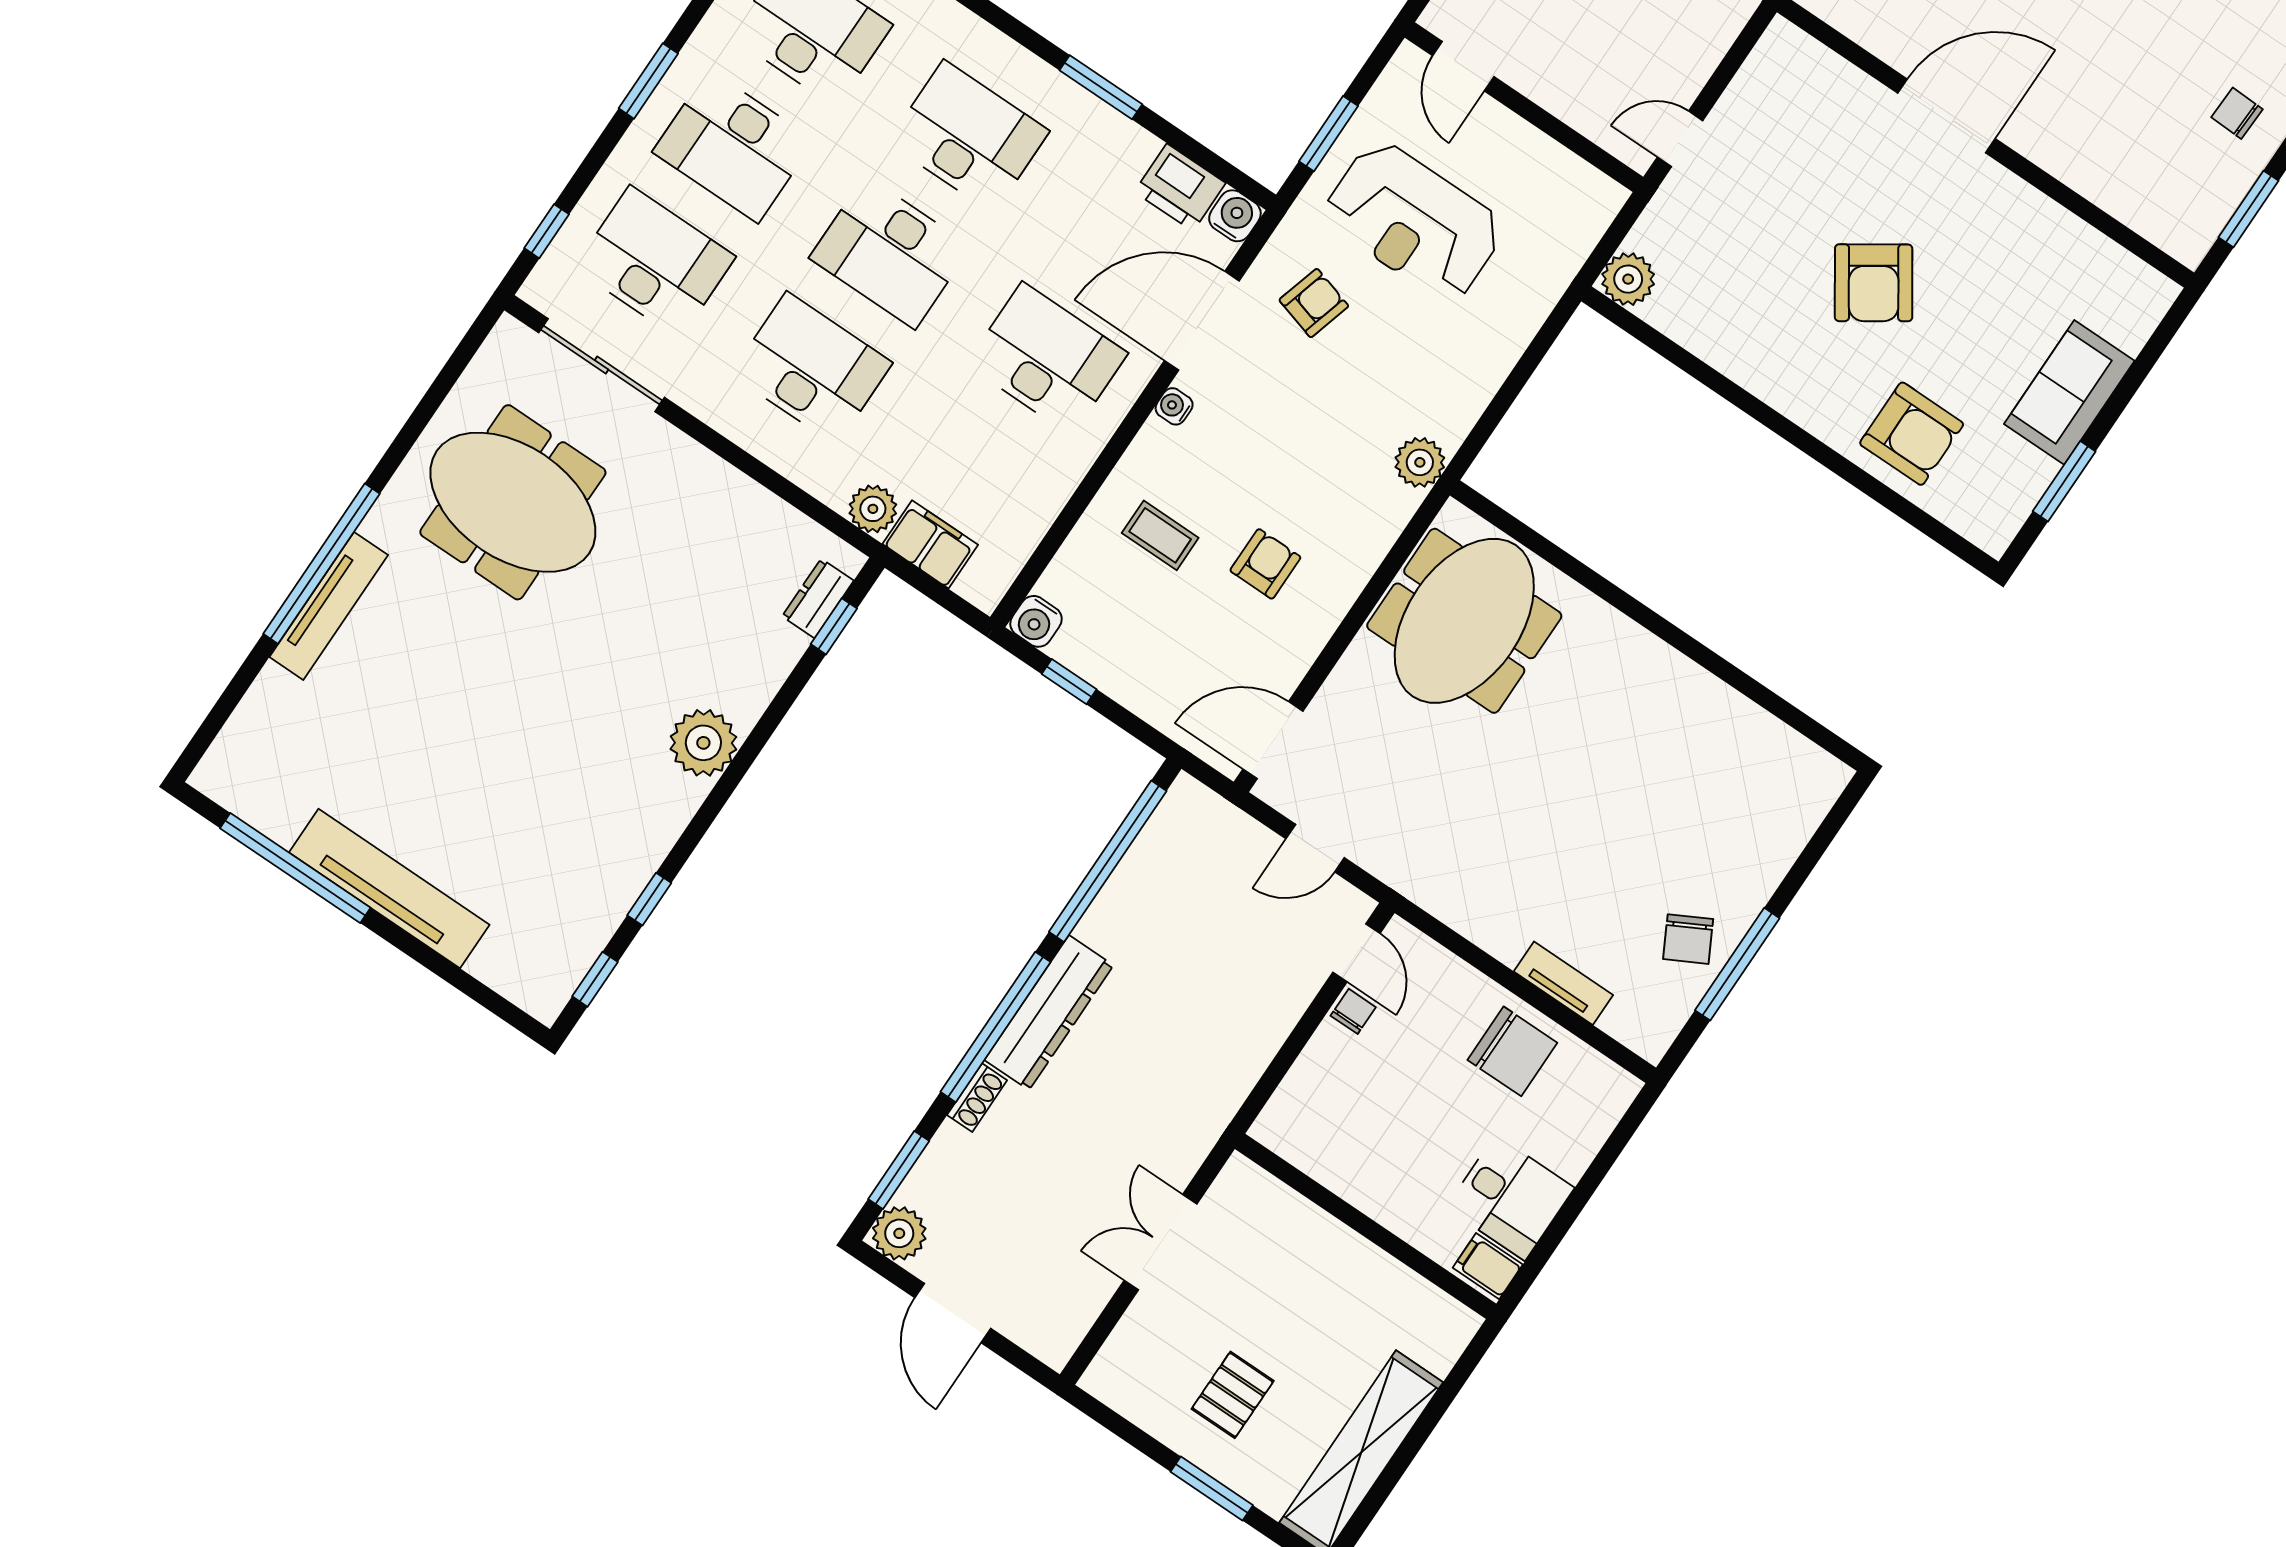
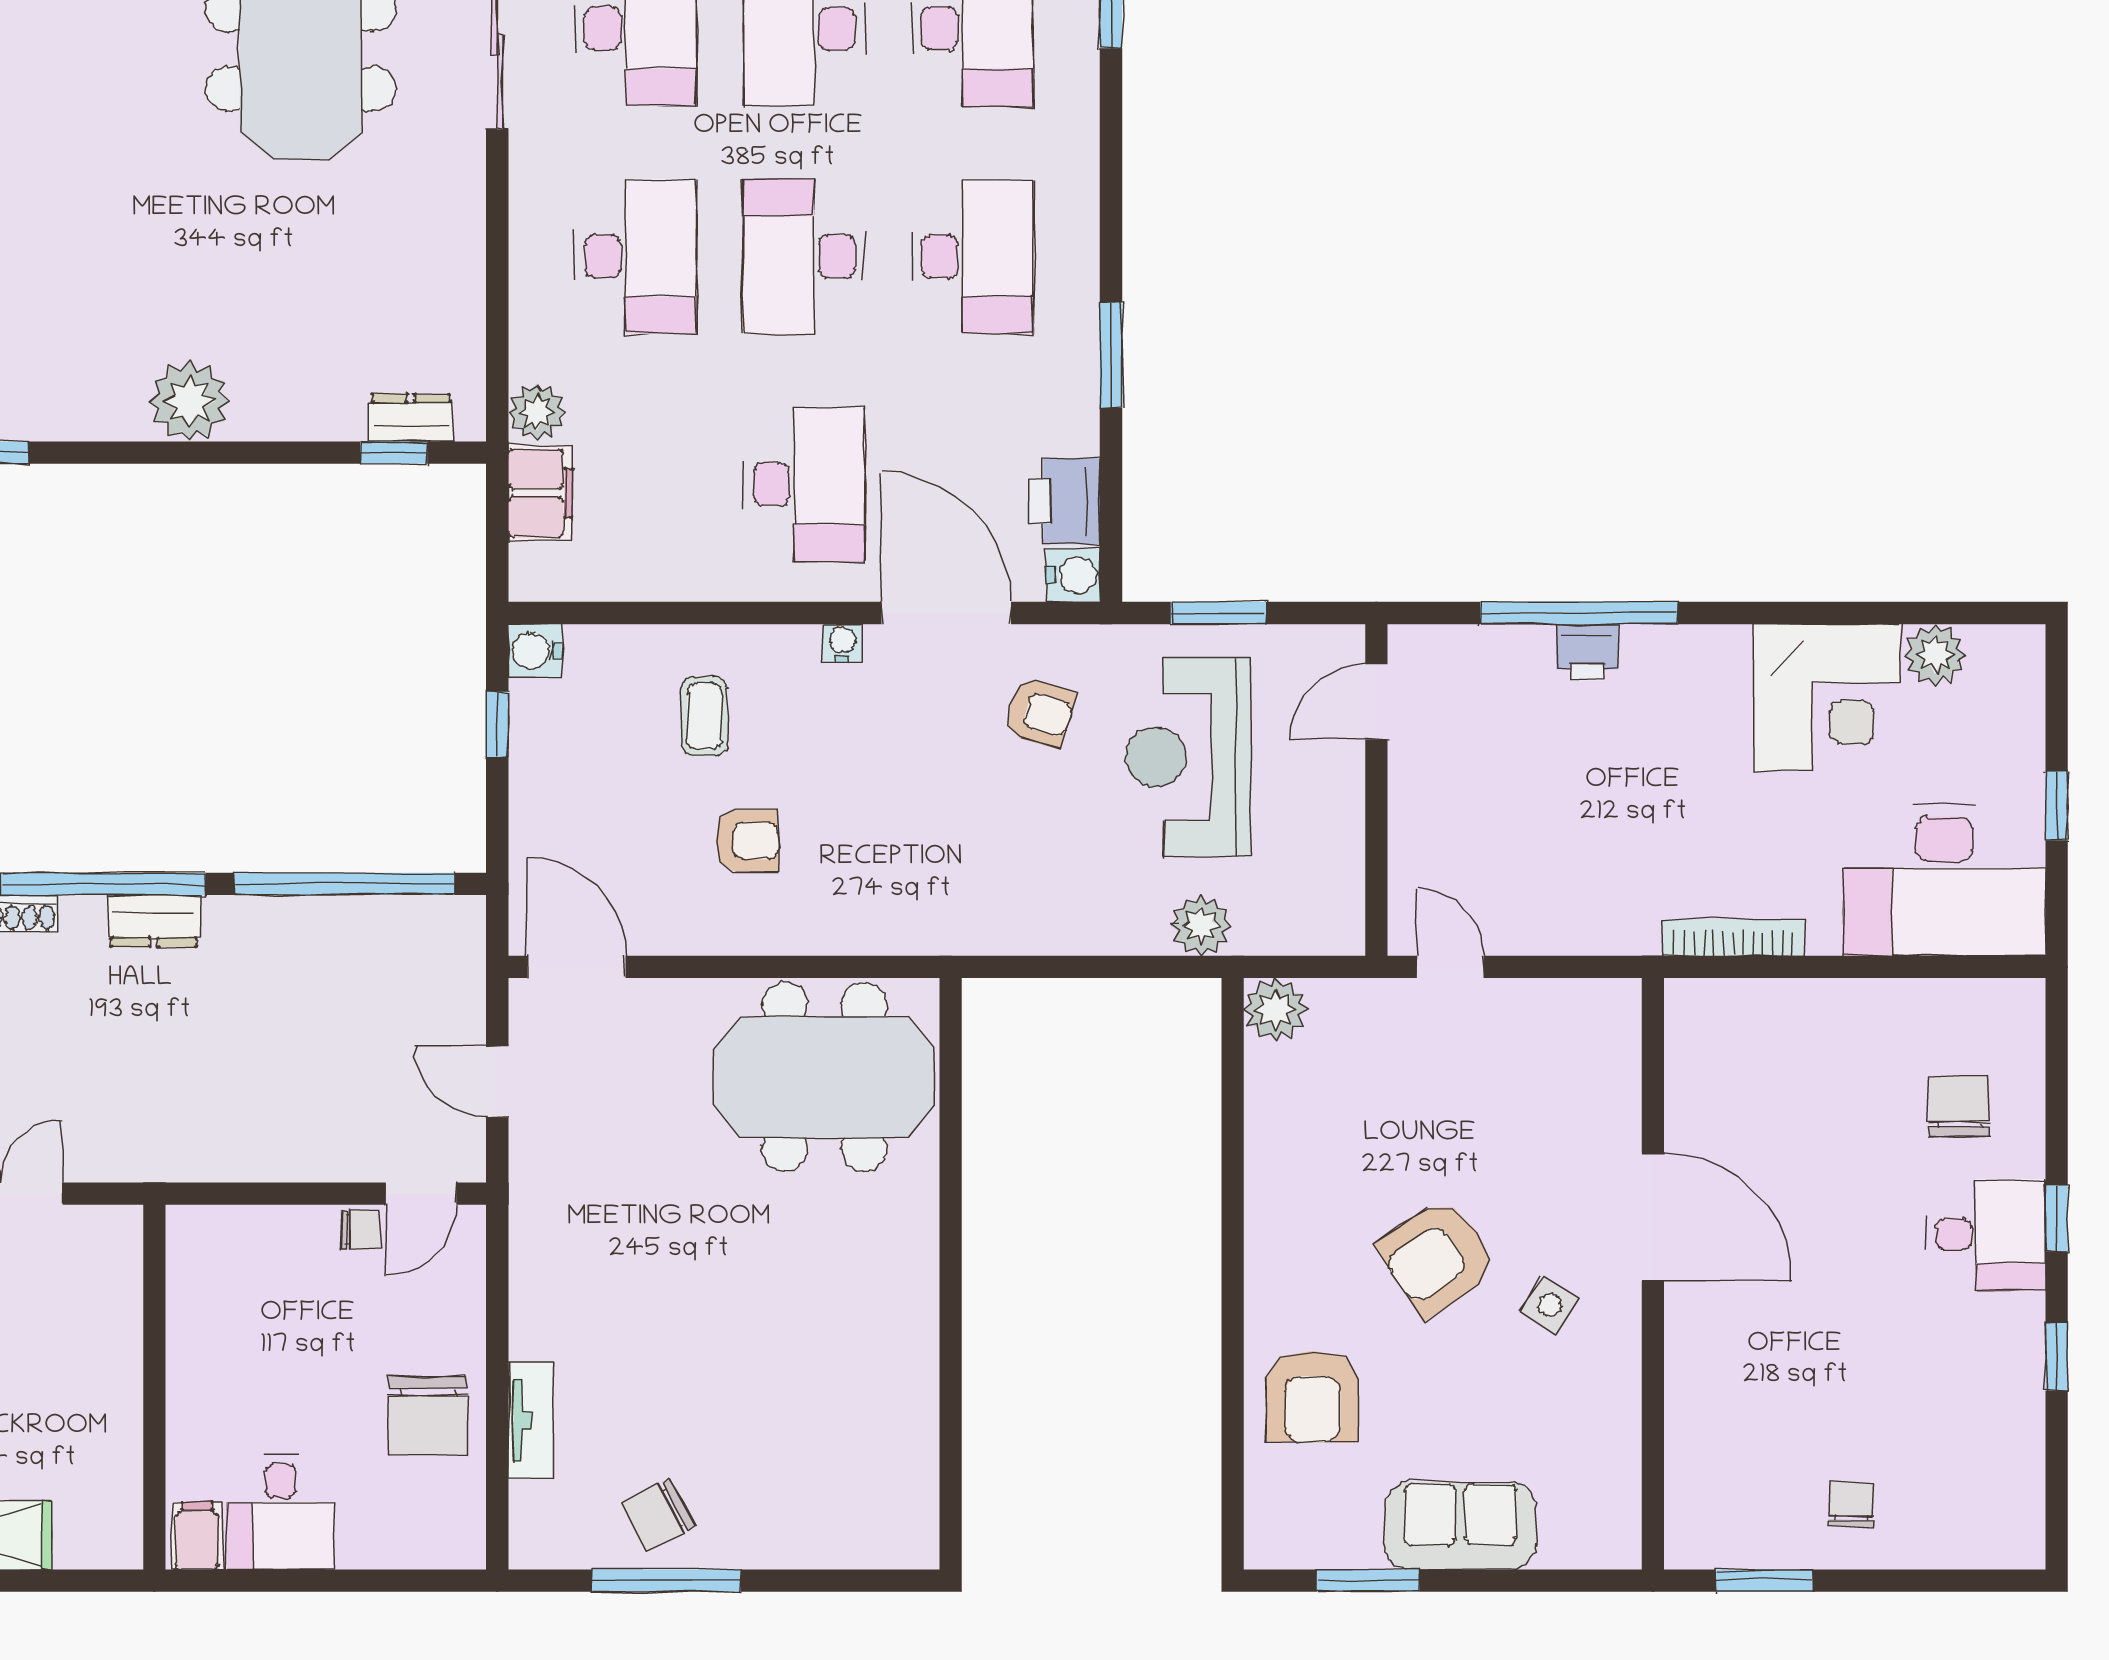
side table: (1959, 228) -> (1550, 1305), added
plant: (1420, 462) -> (1201, 926), moved
dresser: (1049, 1013) -> (154, 921), width x0.51, depth x0.80

